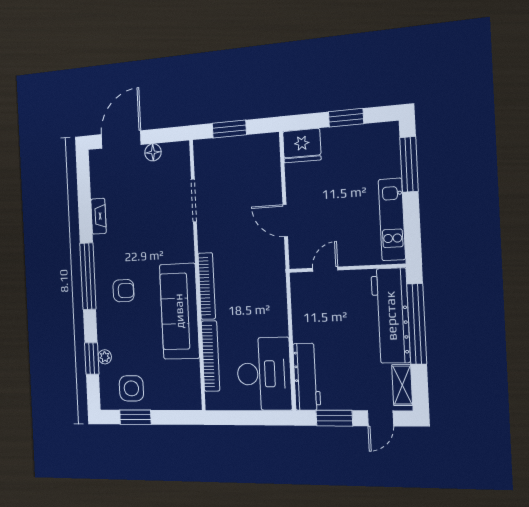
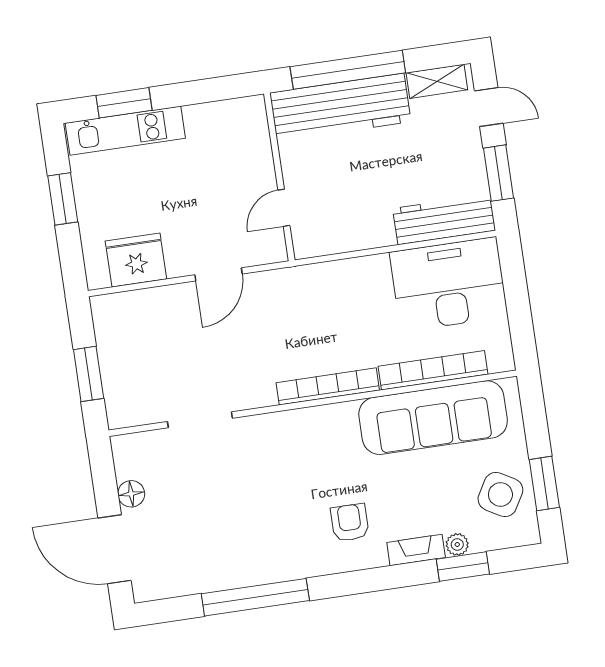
fridge: (302, 146) -> (136, 260), moved, turned -90
window: (409, 164) -> (124, 103), width x0.69
fireplace: (99, 216) -> (416, 550), moved
kitchen unit: (392, 219) -> (125, 131), moved
door: (325, 269) -> (284, 208), hinge flipped
window: (88, 276) -> (255, 597), moved
sofa: (179, 311) -> (433, 418), moved
side table: (131, 388) -> (500, 494), turned 30

